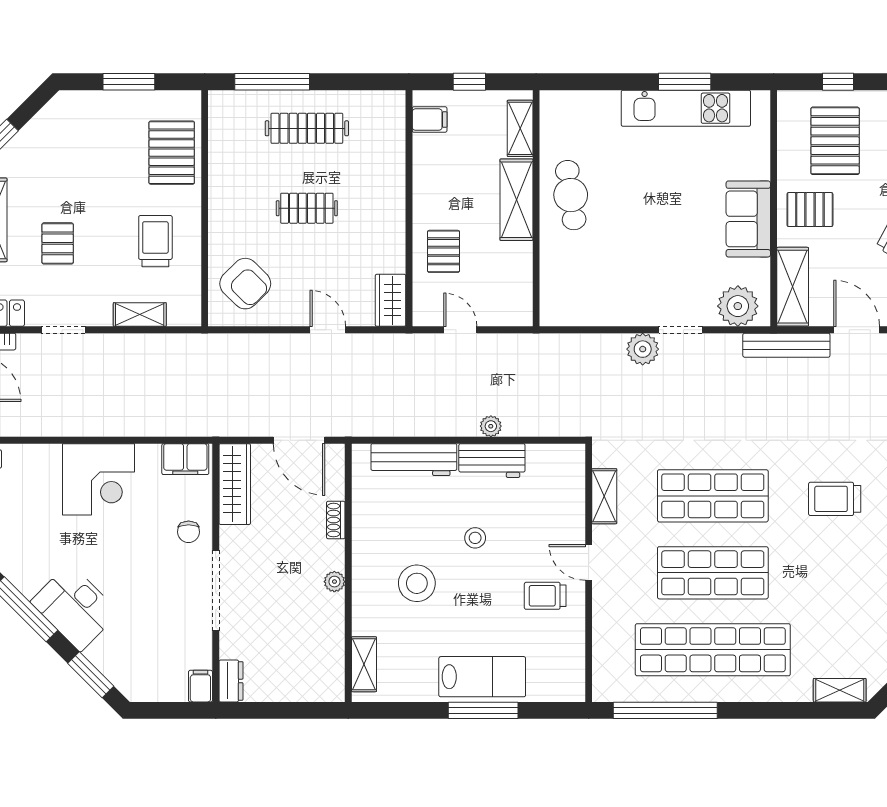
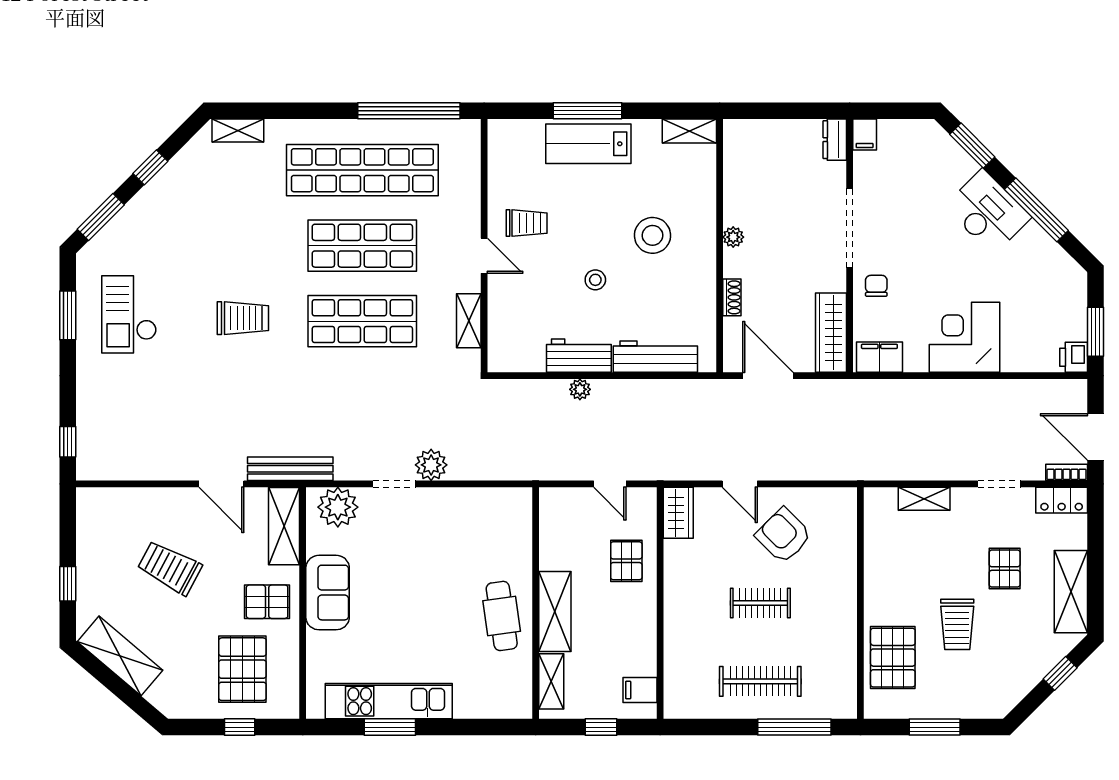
trolley: (155, 241) -> (957, 624), moved
armchair: (245, 284) -> (784, 535), moved
shelving: (364, 664) -> (689, 131), moved, turned 90

